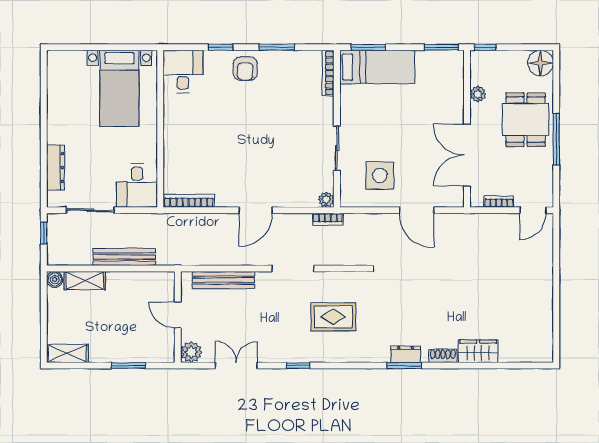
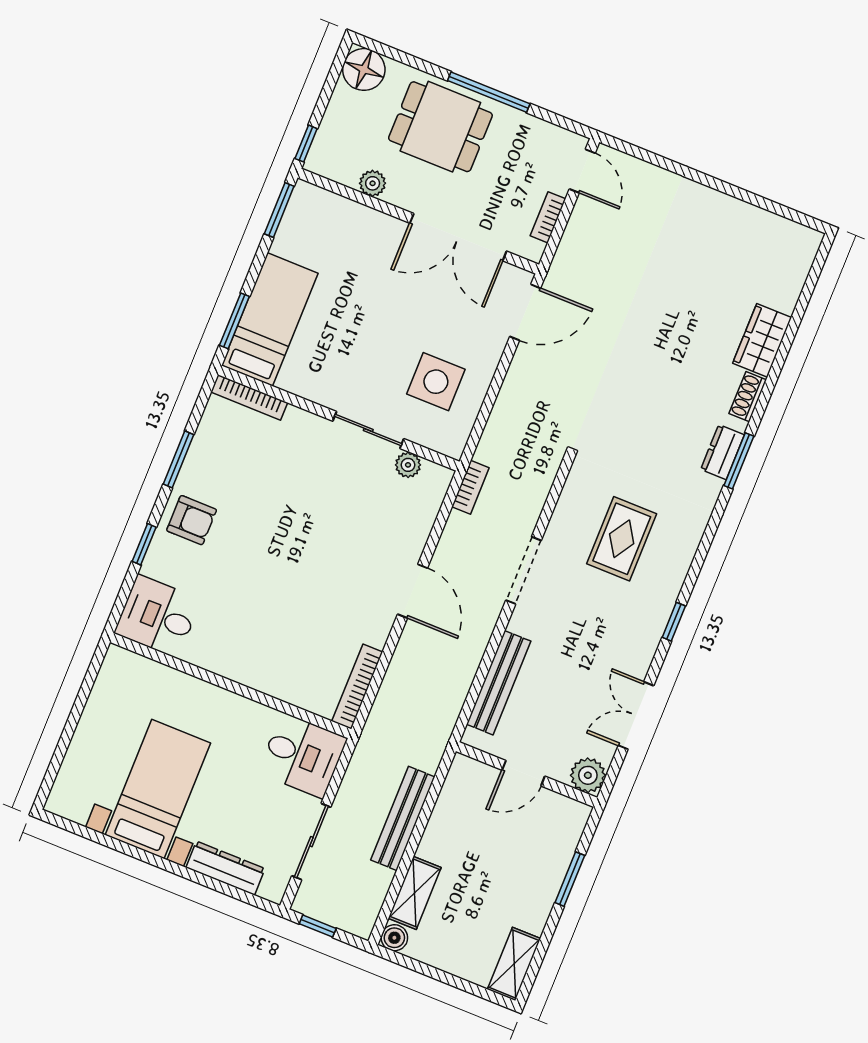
bed with nightstands: (119, 88) -> (158, 789), moved, turned -90
plant: (326, 200) -> (408, 465), moved
door: (417, 210) -> (525, 312), moved

